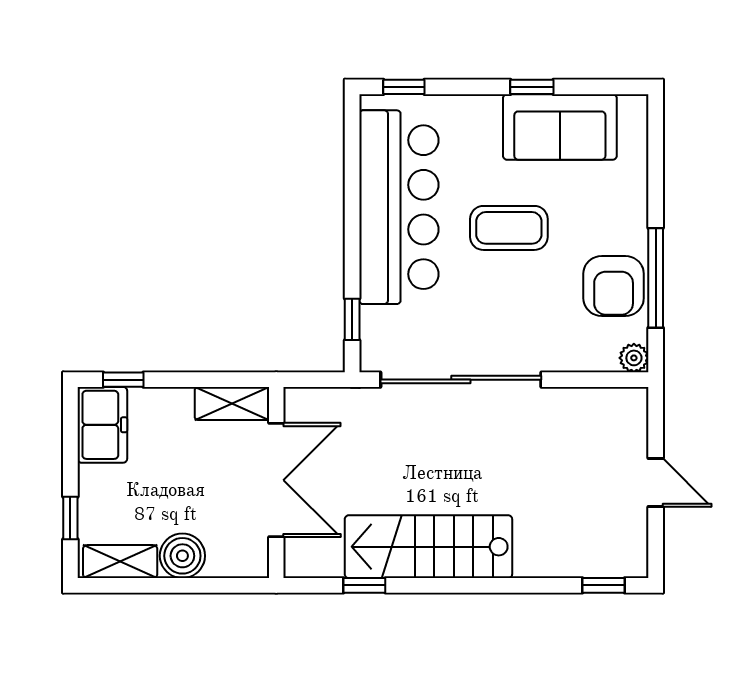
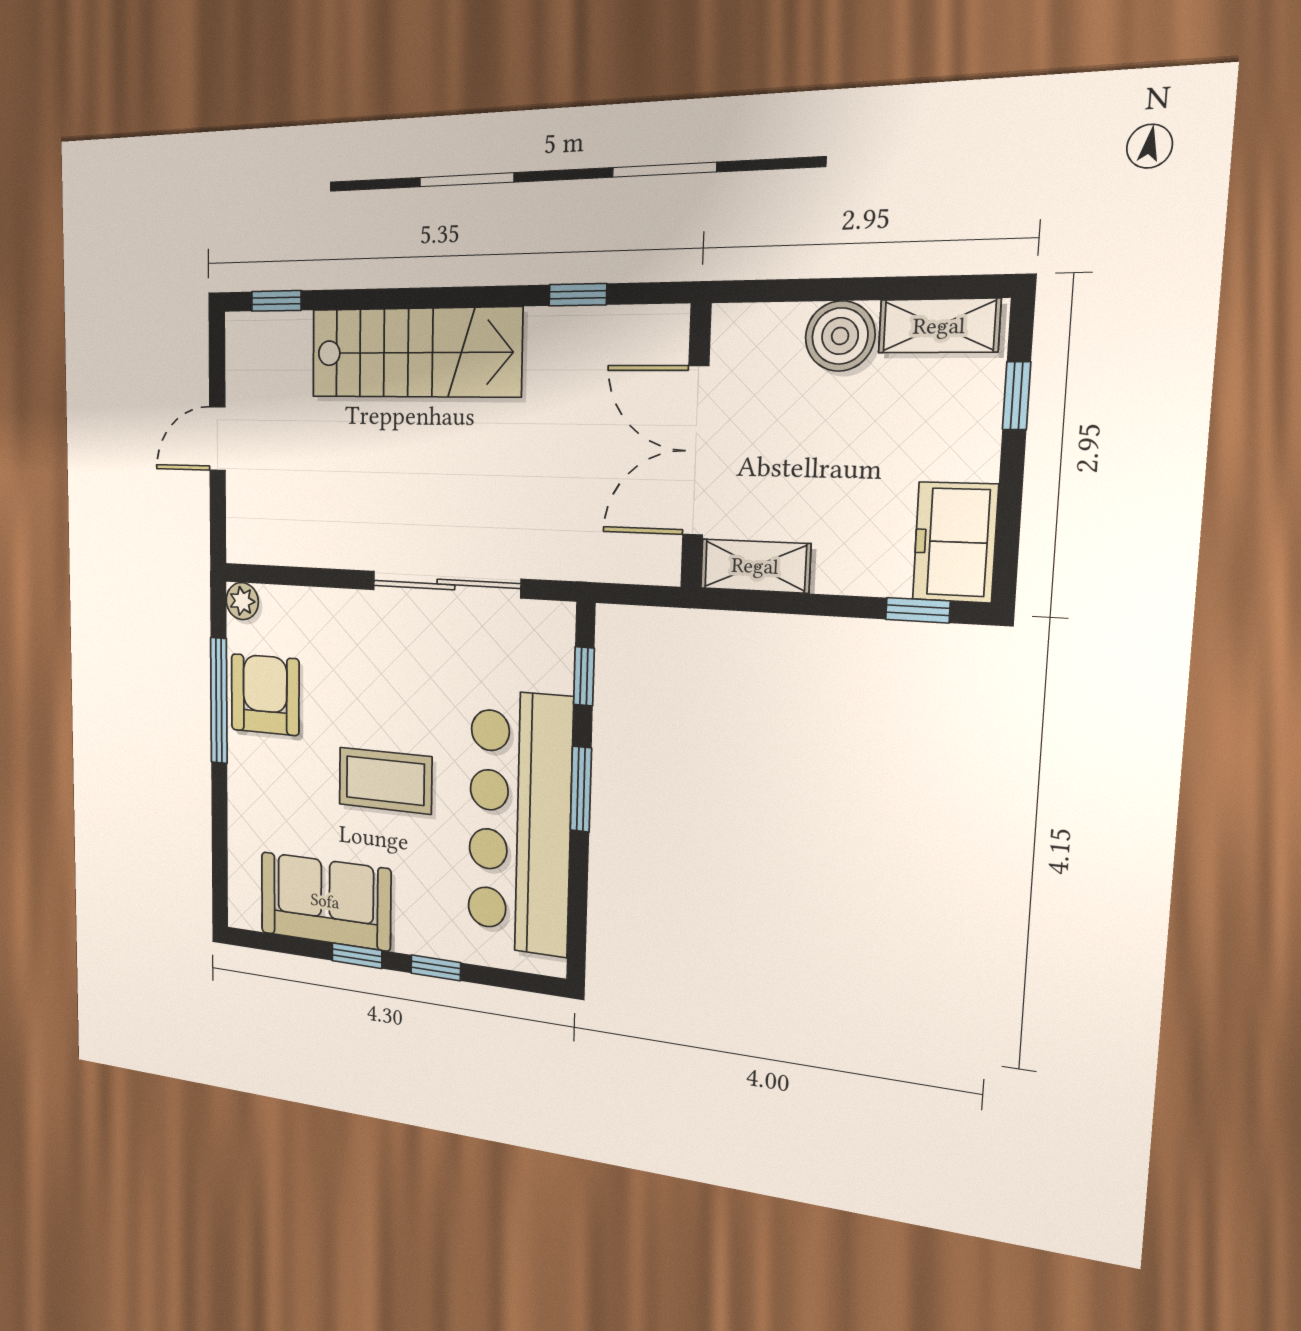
window: (404, 87) -> (436, 968), moved
window: (352, 237) -> (581, 789), added
sliding door: (461, 380) -> (446, 584), width x0.73
door: (656, 483) -> (217, 439), hinge flipped
stairs: (428, 547) -> (415, 353), moved

